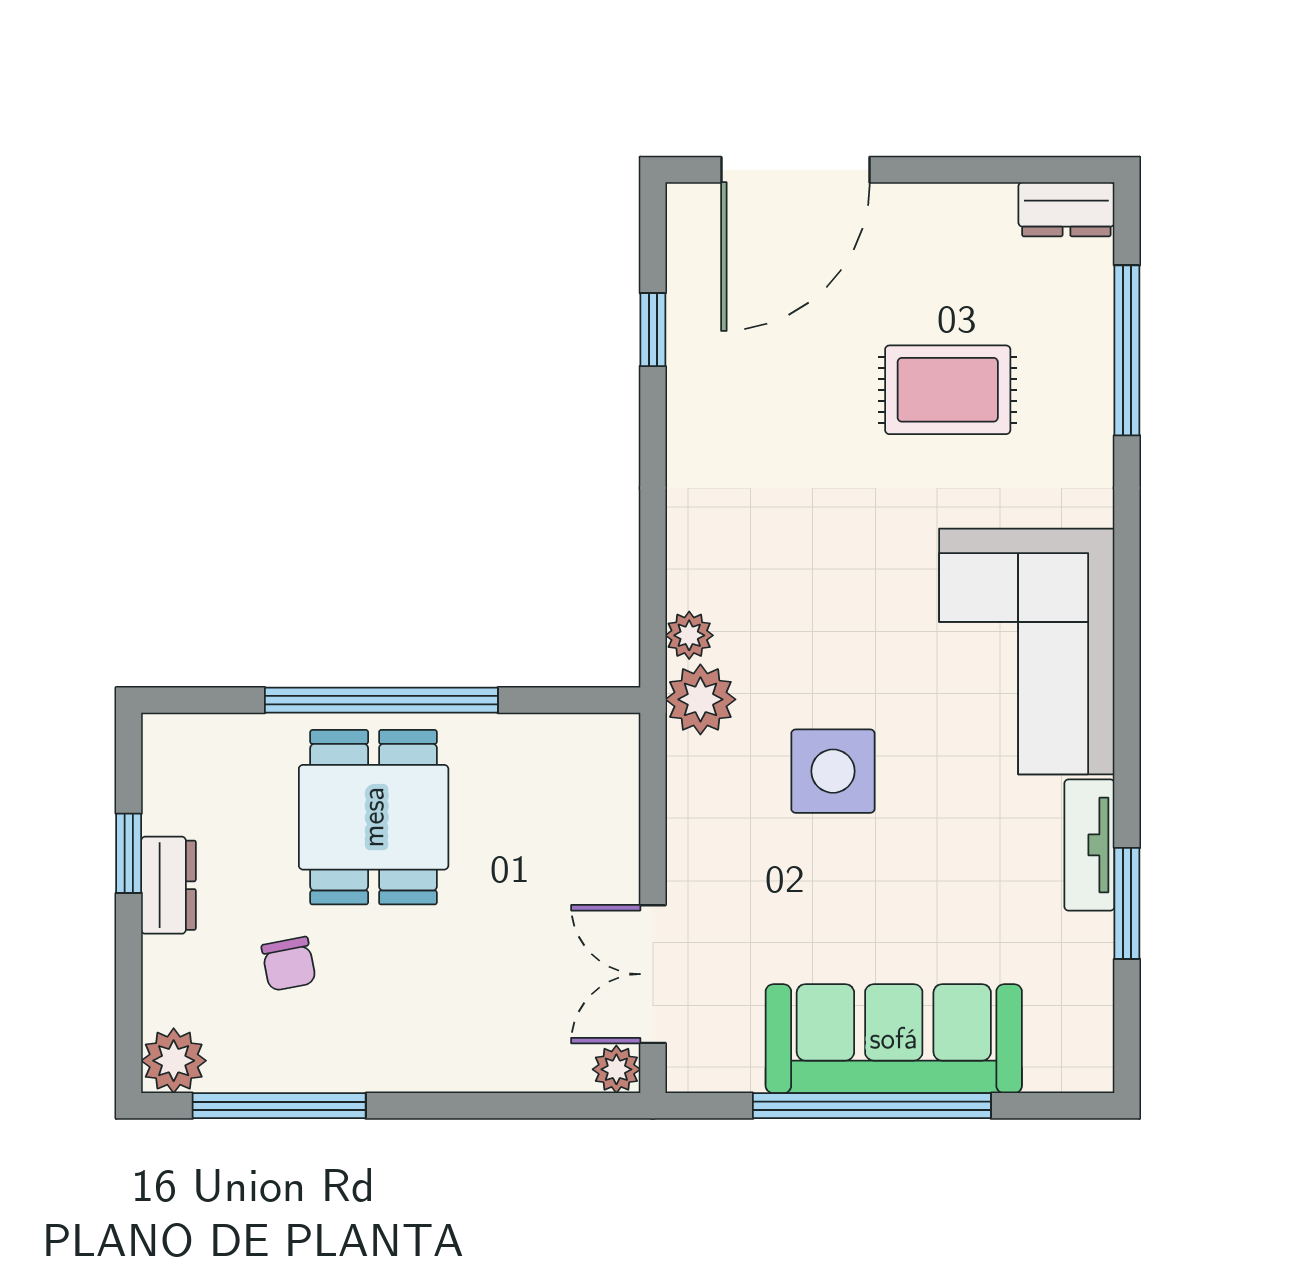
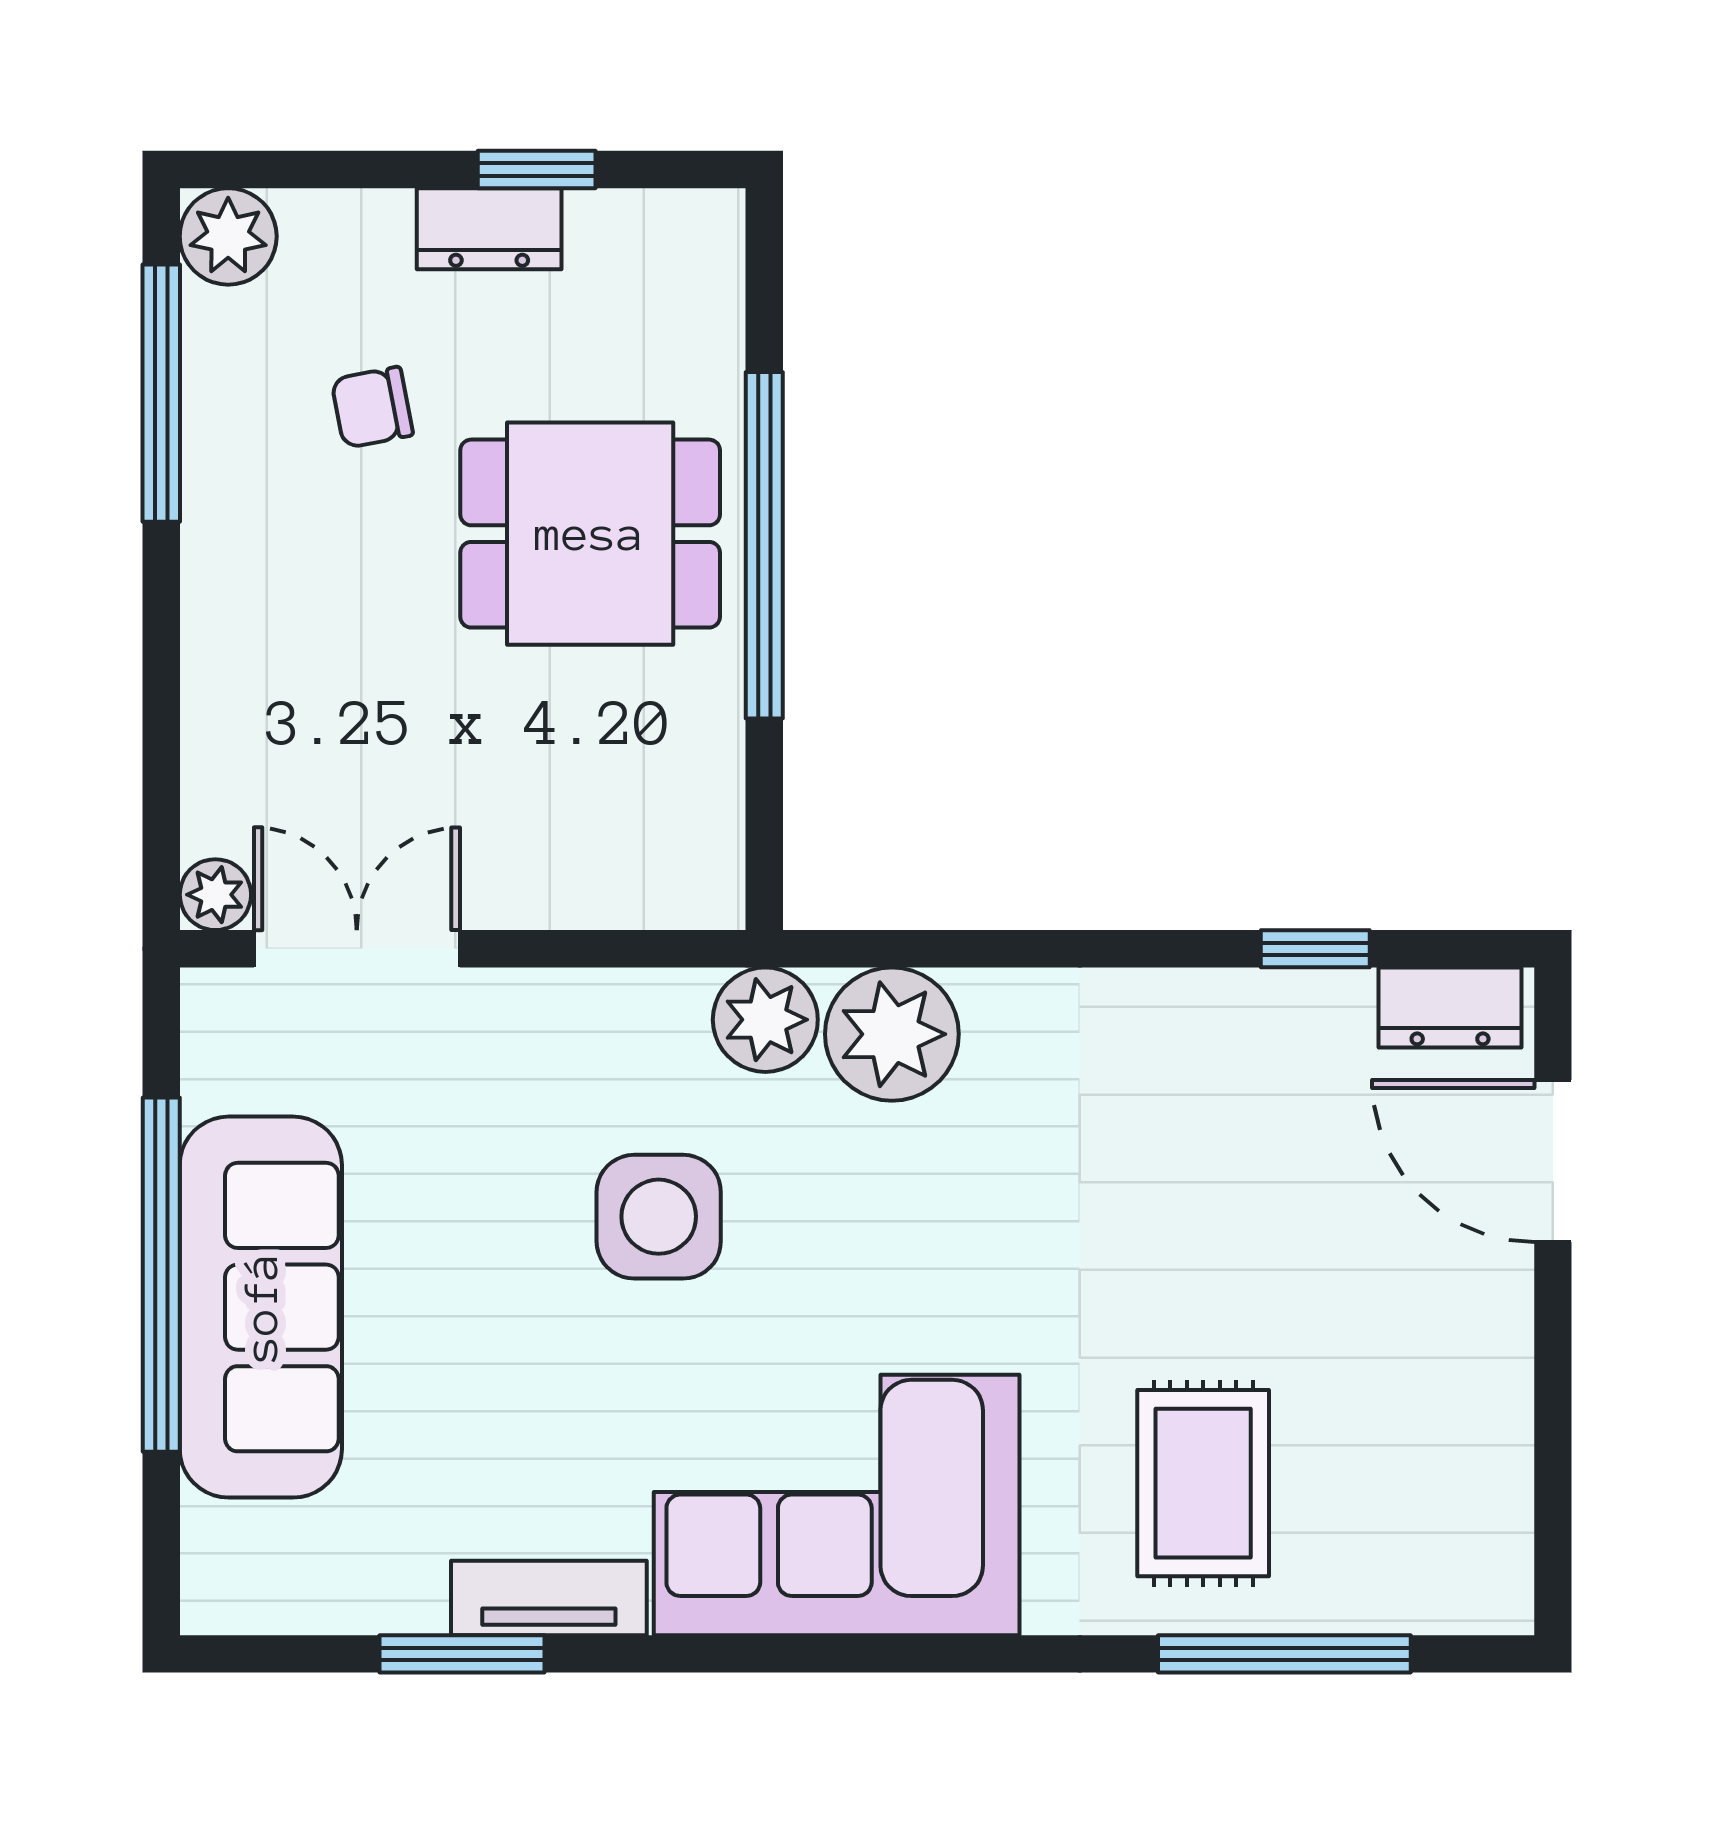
door: (795, 170) -> (1553, 1161), width x0.73
dresser: (1066, 209) -> (1450, 1008), moved, turned -90
rug: (948, 390) -> (1203, 1483), moved
plant: (689, 635) -> (892, 1034), width x1.88, depth x1.88

